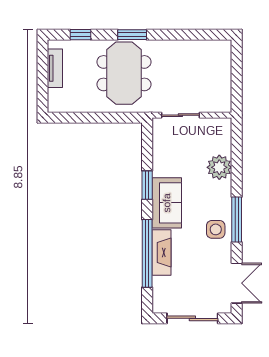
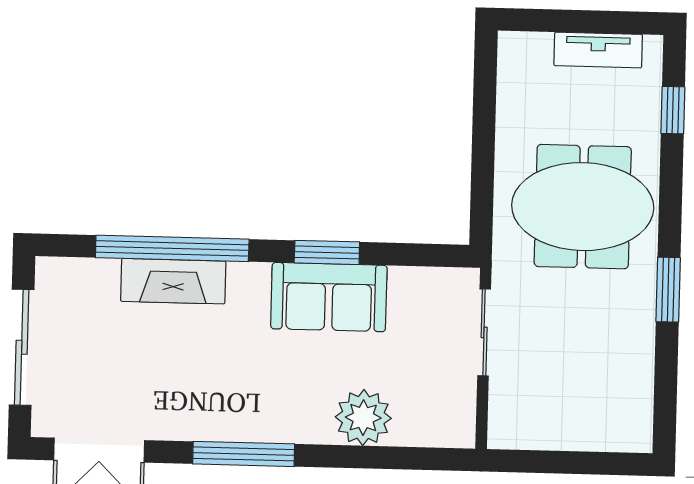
window: (132, 35) -> (668, 290), moved
sofa: (167, 203) -> (329, 297), moved
side table: (216, 229) -> (222, 406), removed

